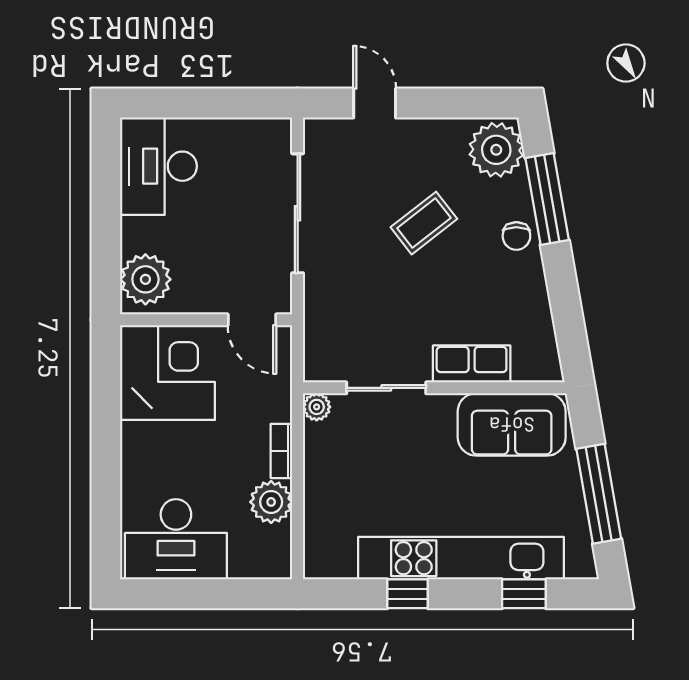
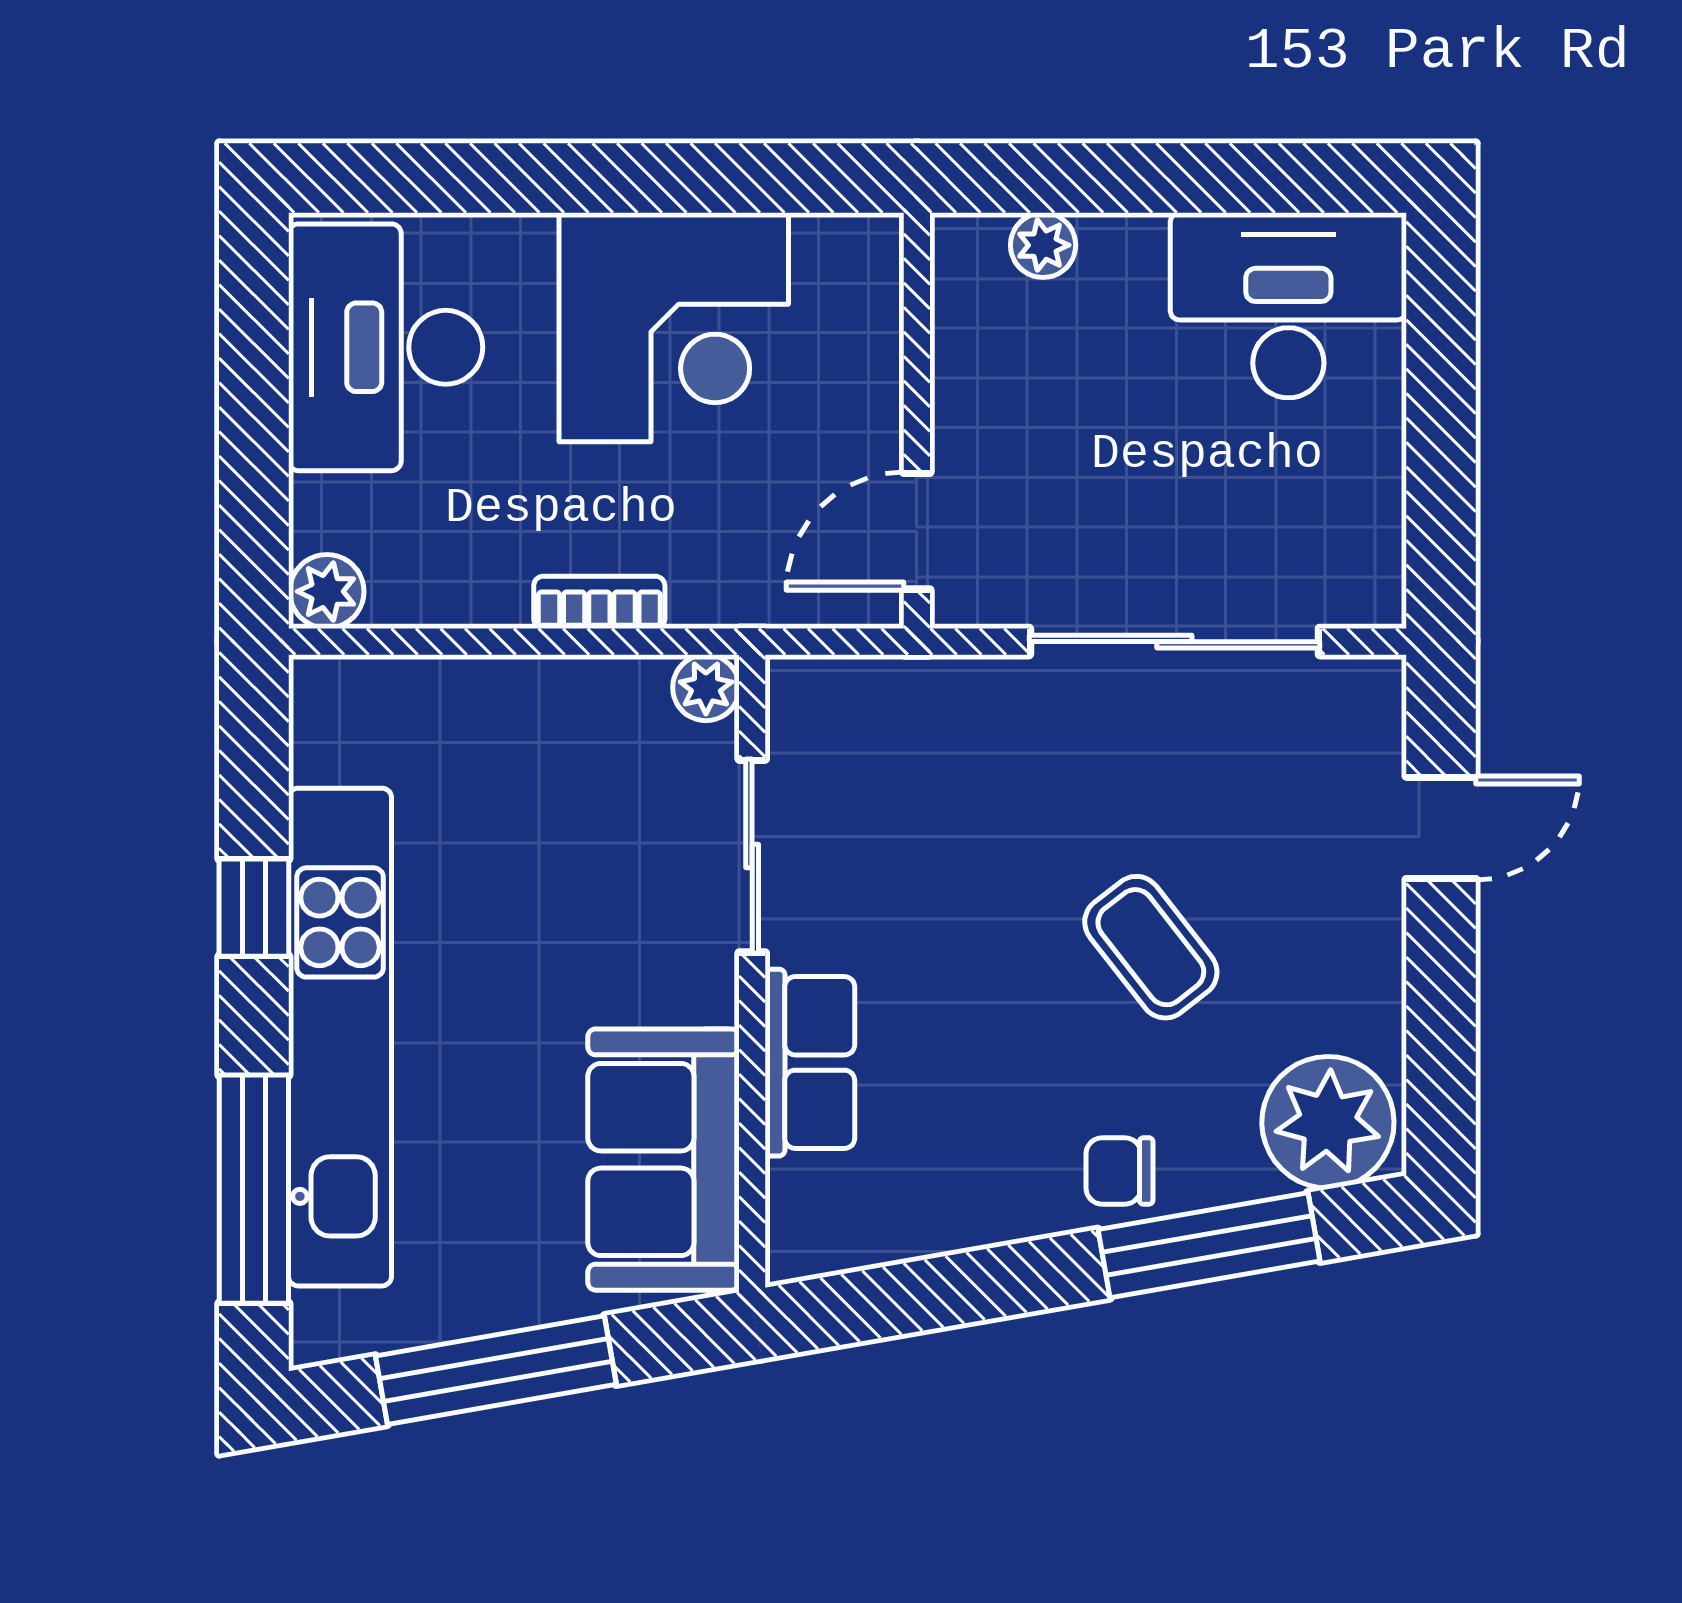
plant: (145, 279) -> (1043, 245), width x0.53, depth x0.53
corner desk: (168, 373) -> (674, 327), moved
plant: (271, 502) -> (327, 591), moved, width x0.73, depth x0.73
window: (524, 594) -> (254, 1189), width x2.17

